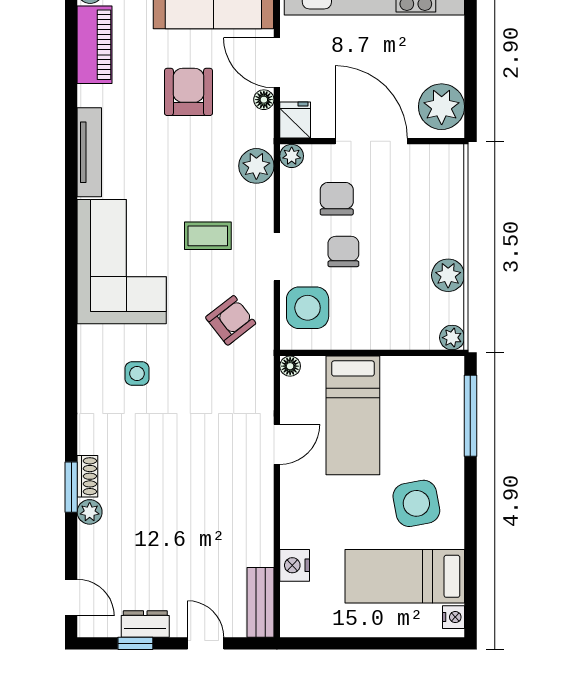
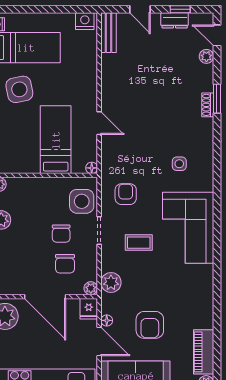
tv unit: (89, 152) -> (207, 290), removed
armchair: (231, 320) -> (126, 194), turned 128
door: (277, 444) -> (99, 123), swing flipped
plant: (90, 512) -> (206, 56), moved
nightstand: (295, 565) -> (85, 21), moved, turned -90

